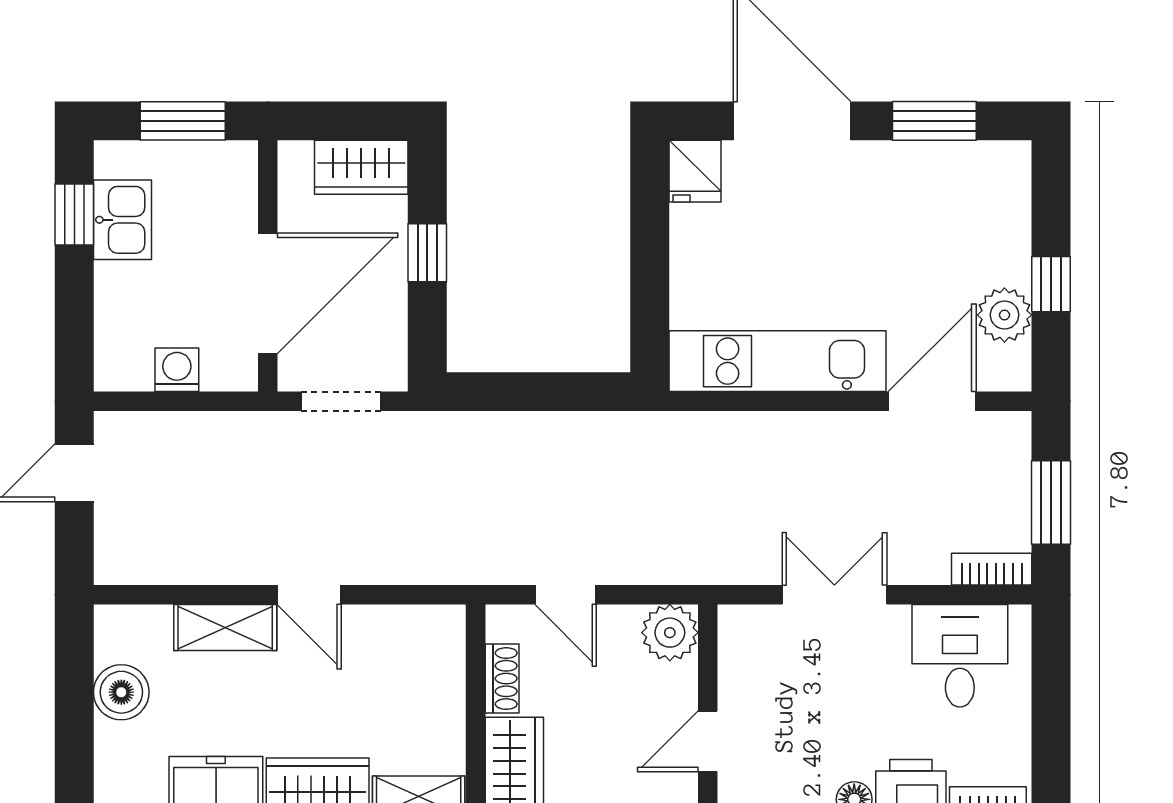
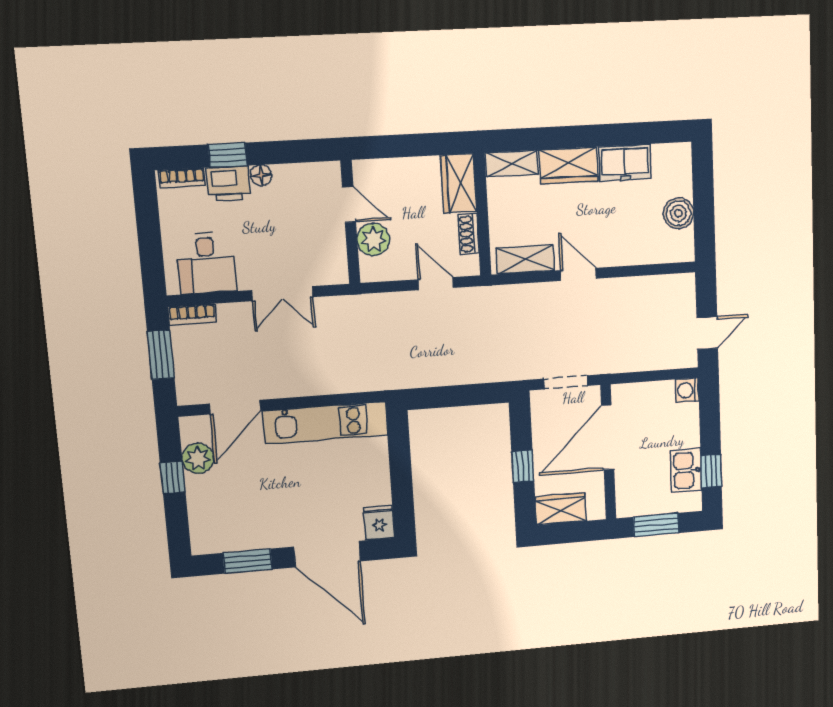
washing machine: (177, 370) -> (687, 390), moved, turned 90
shelving: (225, 628) -> (525, 259), moved
plant: (670, 633) -> (373, 239), moved
door: (708, 741) -> (349, 205), hinge flipped

